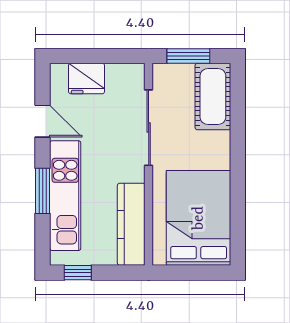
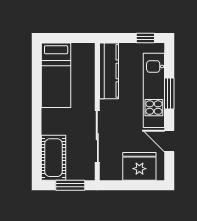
fridge: (86, 79) -> (139, 166), width x1.36, depth x1.34
bed: (199, 218) -> (56, 75), width x0.67

